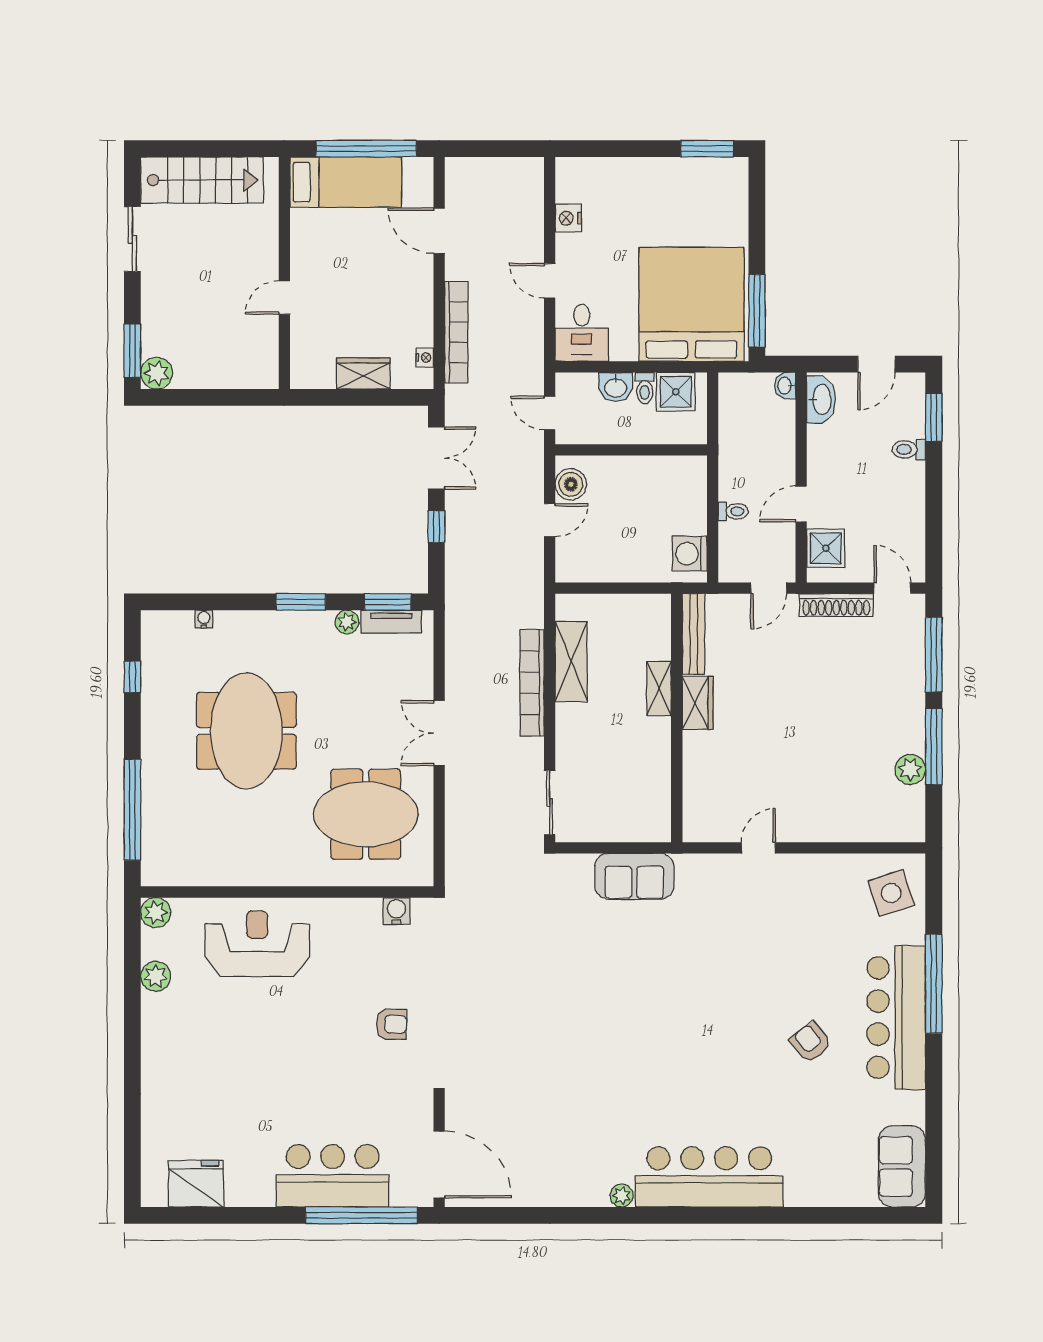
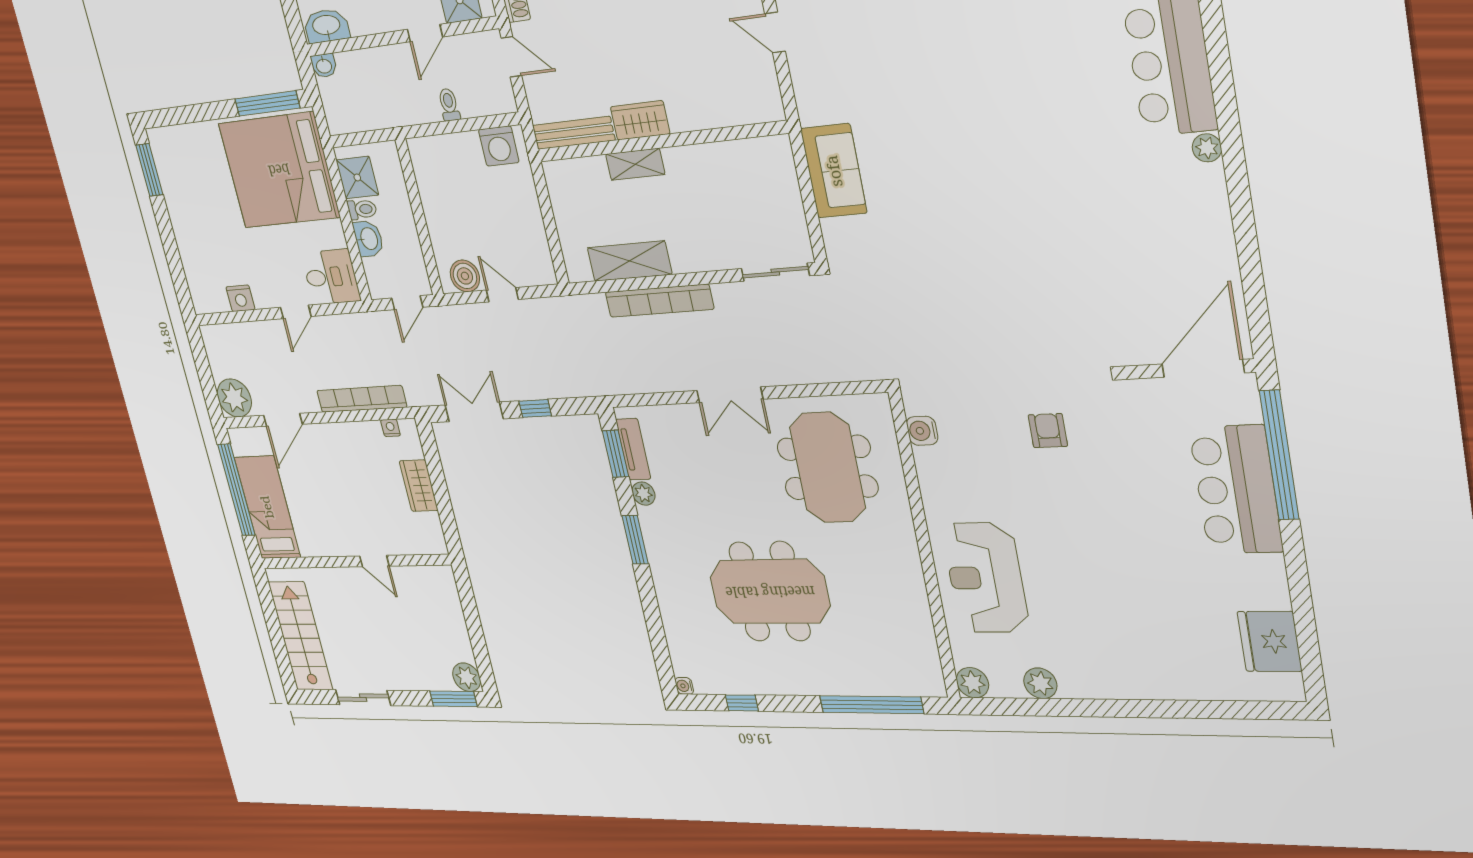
plant: (465, 178) -> (234, 398), added
door: (801, 504) -> (425, 33), hinge flipped
water cooler: (204, 619) -> (684, 686), moved

